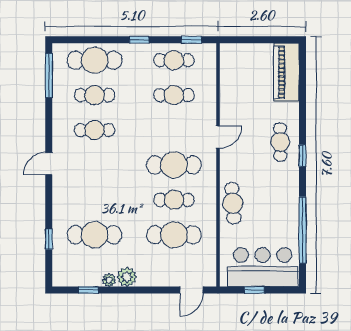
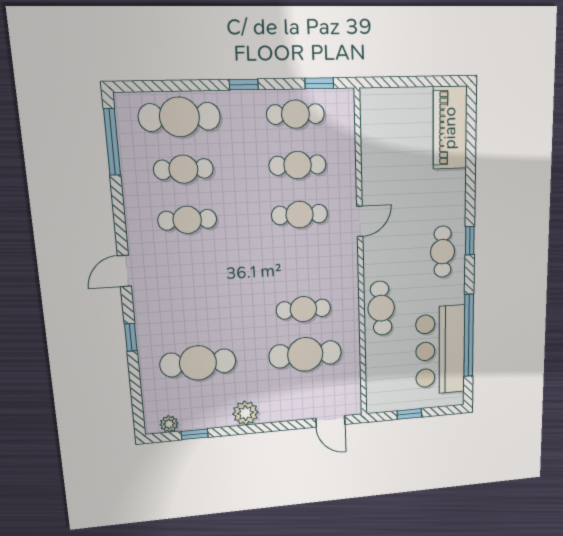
cafe table: (280, 142) -> (443, 252), moved
cafe table: (174, 165) -> (300, 215), moved, width x0.73, depth x0.74
window: (49, 239) -> (131, 337), moved
bar counter: (263, 267) -> (440, 350), moved, turned -90
plant: (109, 280) -> (169, 424), moved
door: (191, 290) -> (330, 421), hinge flipped

